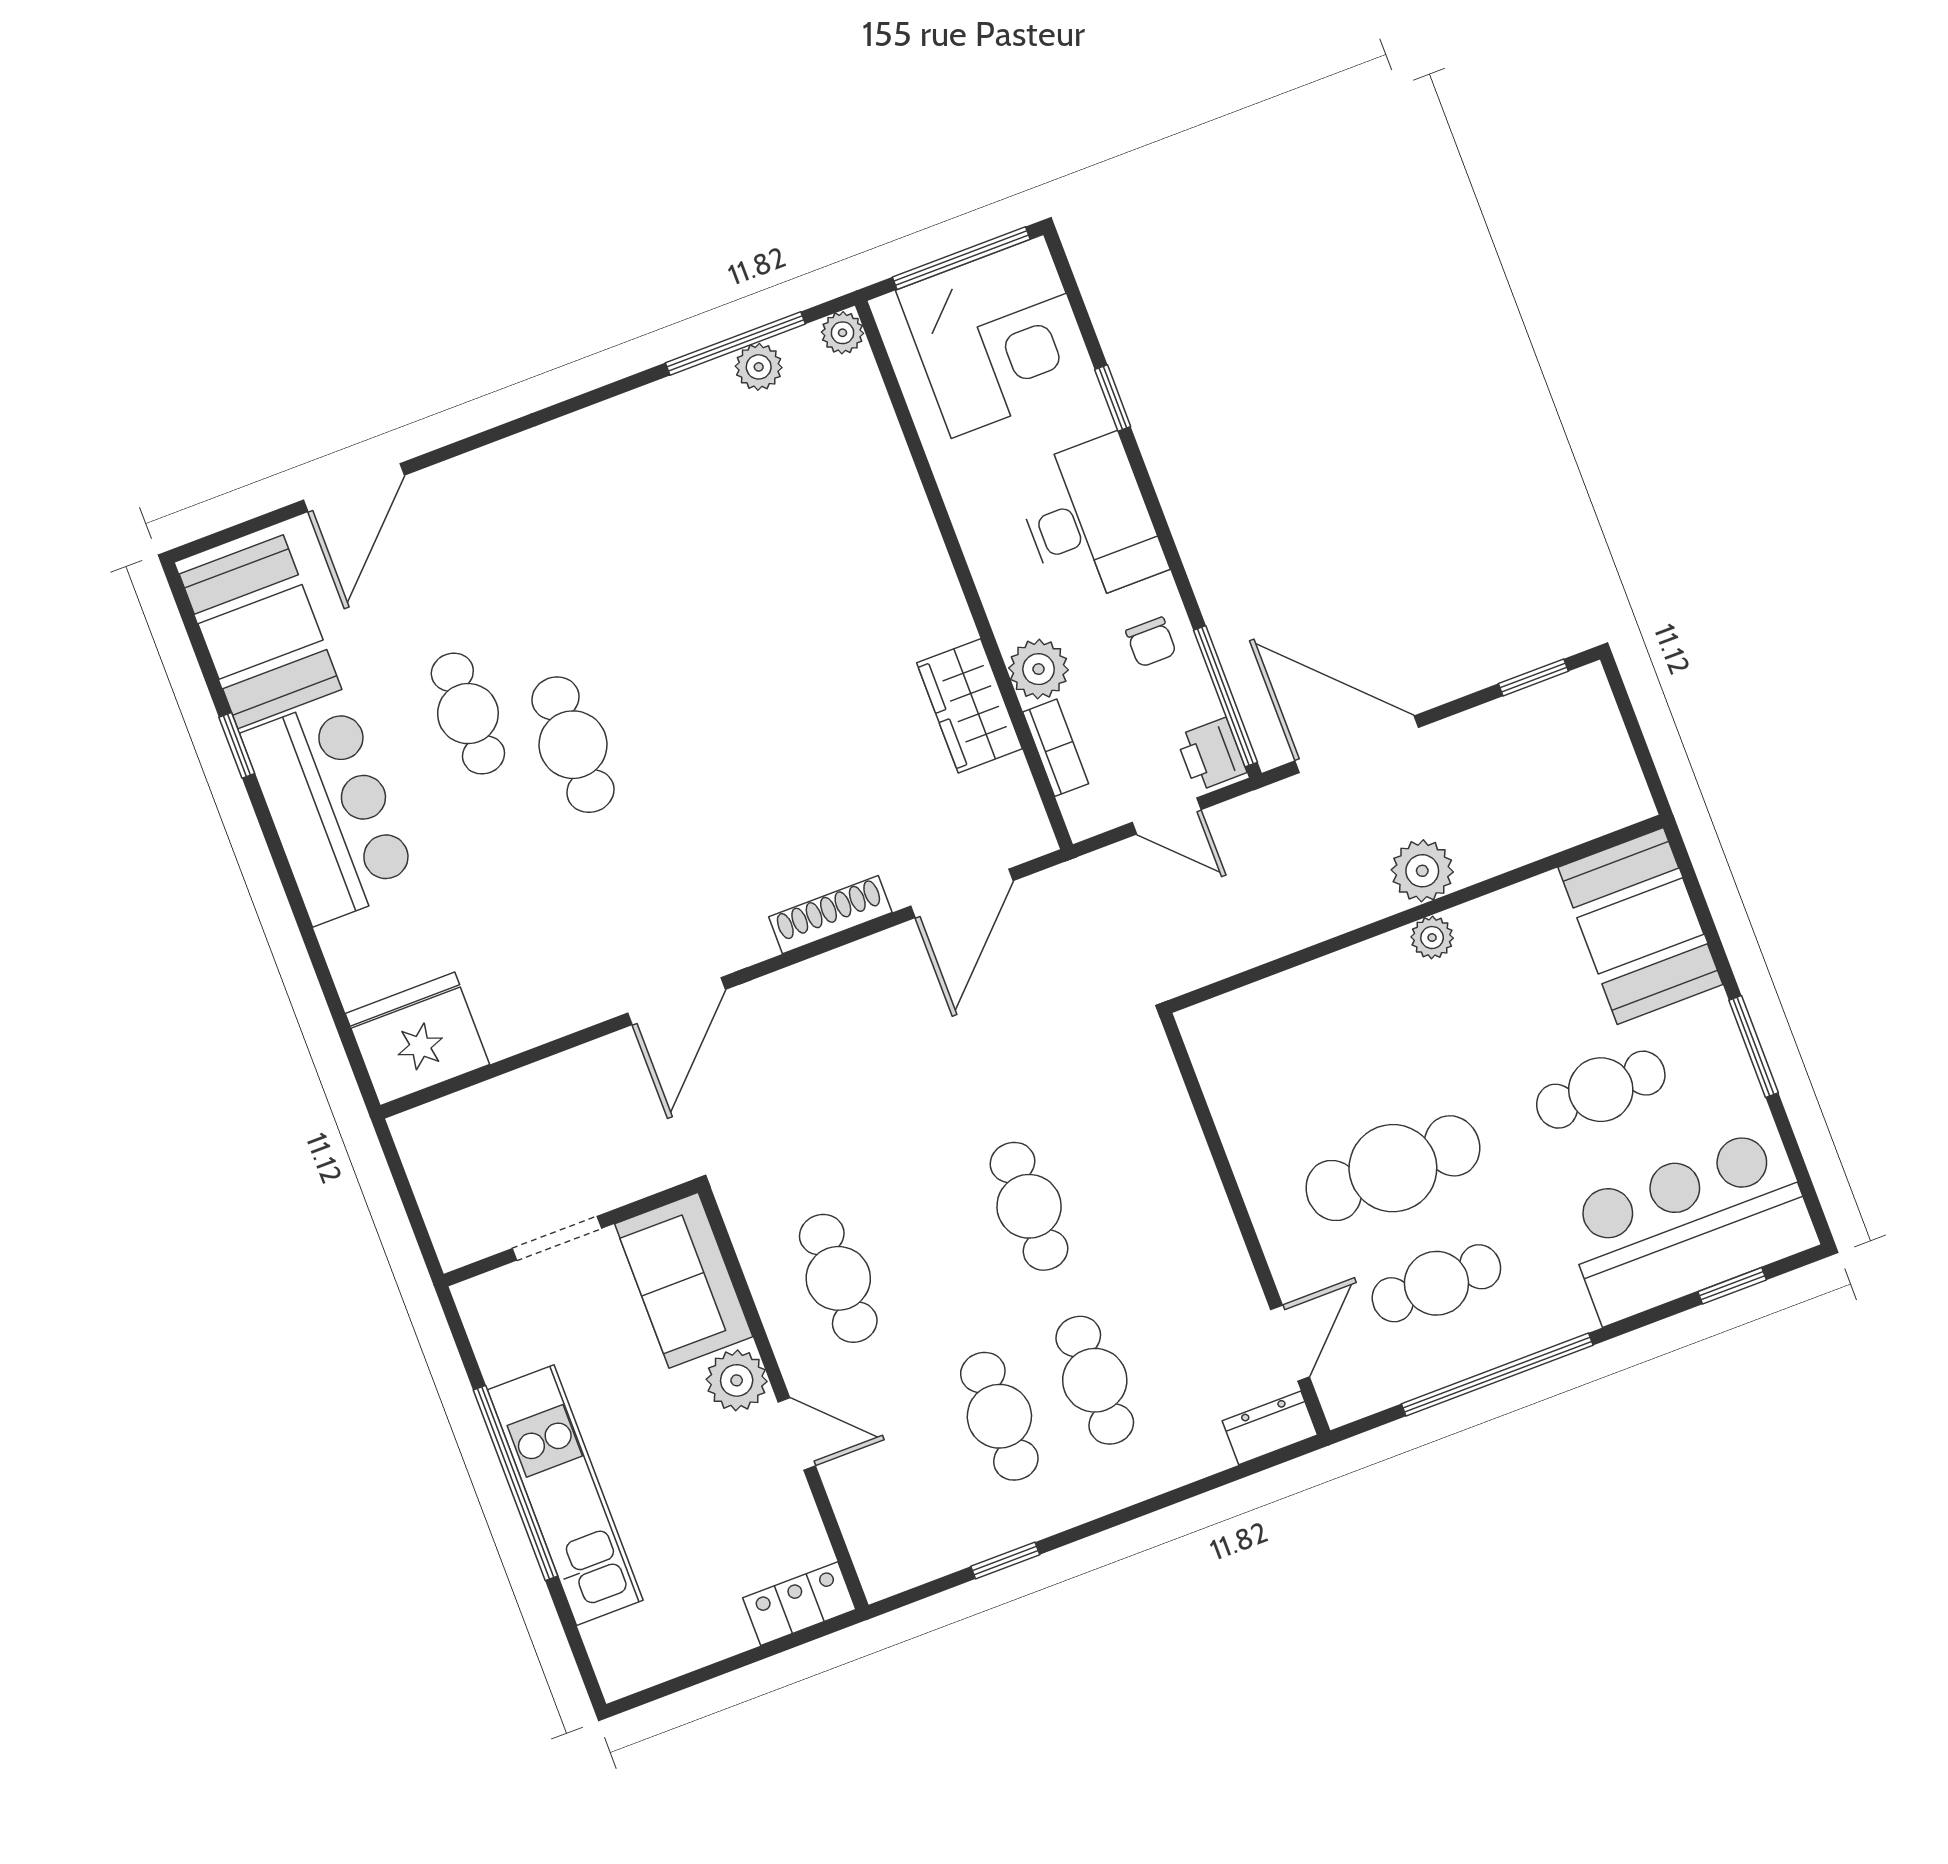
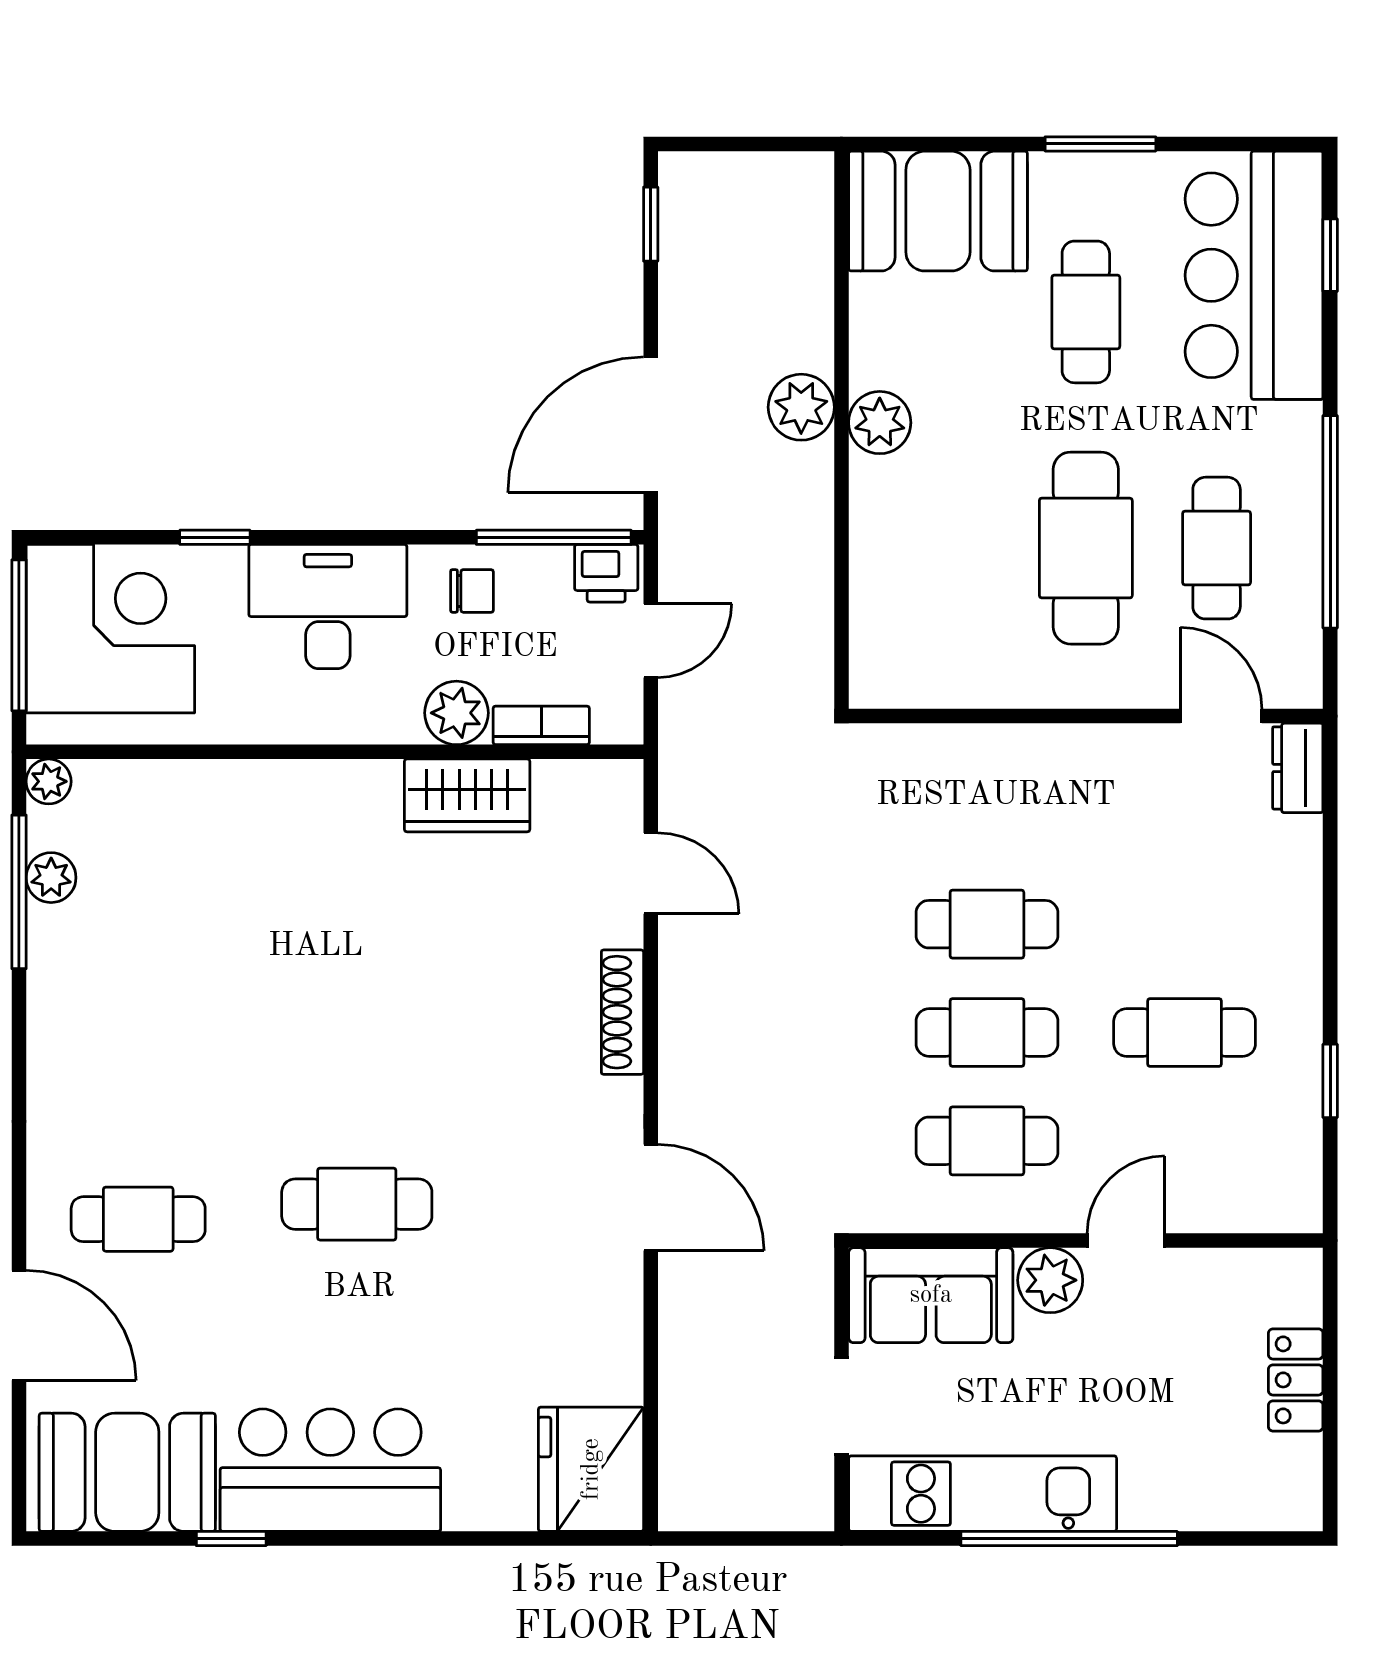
cafe table: (468, 714) -> (138, 1219), moved
door: (962, 893) -> (651, 873), width x0.73
plant: (1432, 938) -> (880, 423), width x1.38, depth x1.38
cafe table: (1095, 1380) -> (987, 1032), moved
kitchen unit: (565, 1495) -> (983, 1494), moved
locker: (799, 1604) -> (1296, 1380), moved

